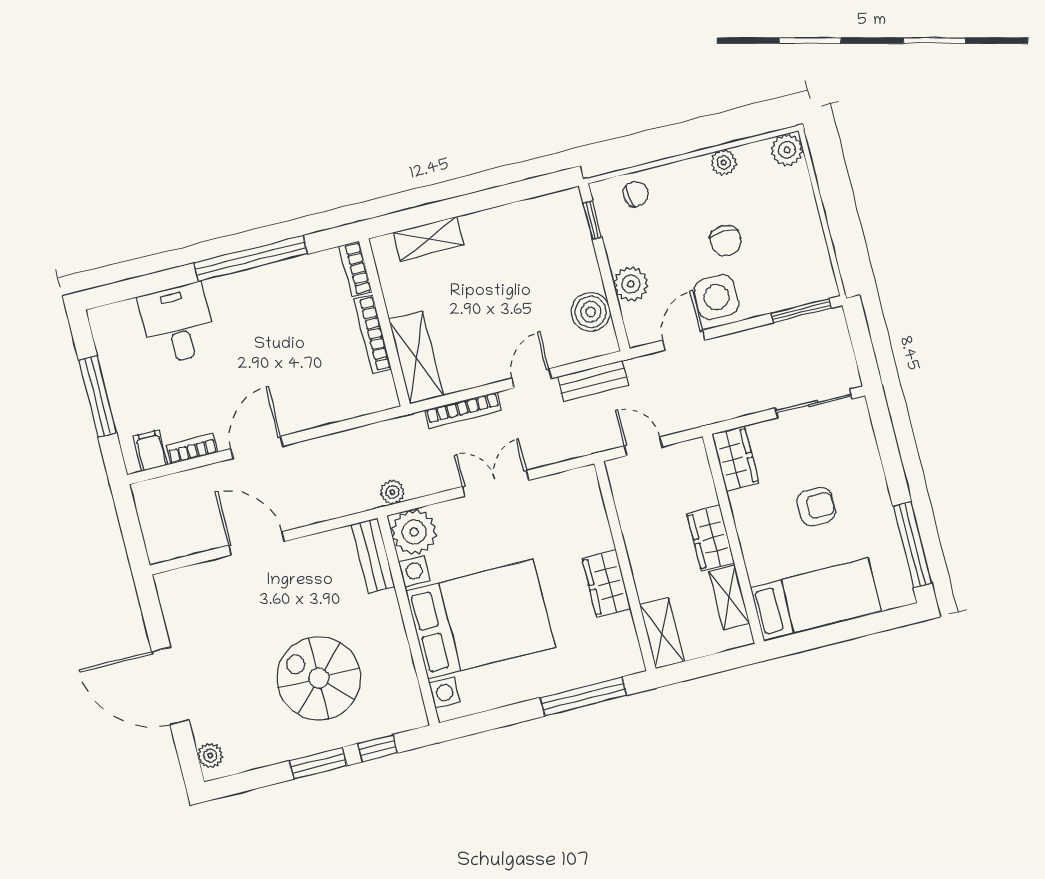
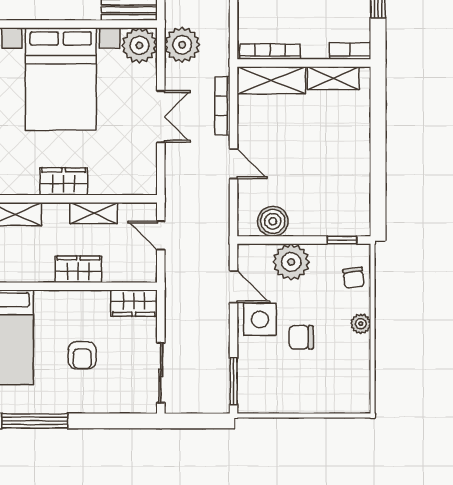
plant: (787, 150) -> (358, 401), removed
plant: (724, 163) -> (361, 324), moved
shelving: (429, 239) -> (333, 78), moved, turned 90
plant: (631, 284) -> (291, 262), width x1.36, depth x1.36
bookcase: (373, 334) -> (270, 52), moved
bench: (593, 381) -> (220, 210), removed
door: (643, 446) -> (161, 235), swing flipped
plant: (392, 492) -> (182, 45), width x1.88, depth x1.88
shelving: (729, 597) -> (94, 213), moved

